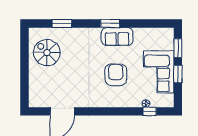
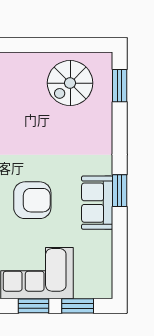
window: (62, 23) -> (120, 86), moved
spiral stairs: (47, 53) -> (70, 83), turned 180

